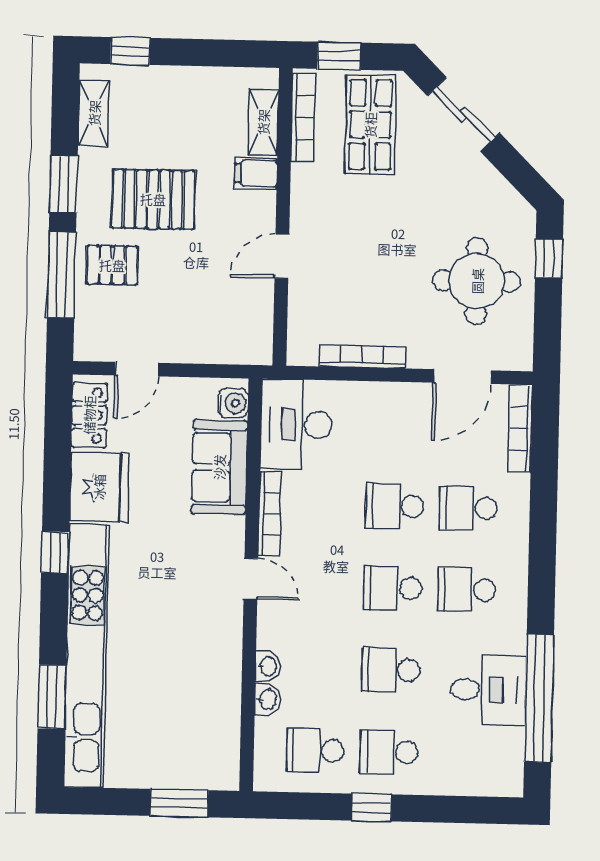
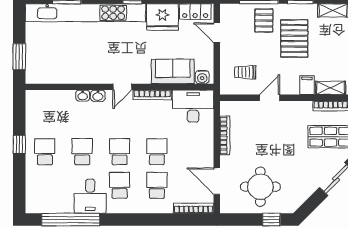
door: (282, 256) -> (270, 98), hinge flipped
trolley: (225, 309) -> (245, 72), added
desk: (488, 690) -> (90, 196), moved
washbasin: (268, 700) -> (98, 96), moved
school desk: (315, 750) -> (45, 118), removed

